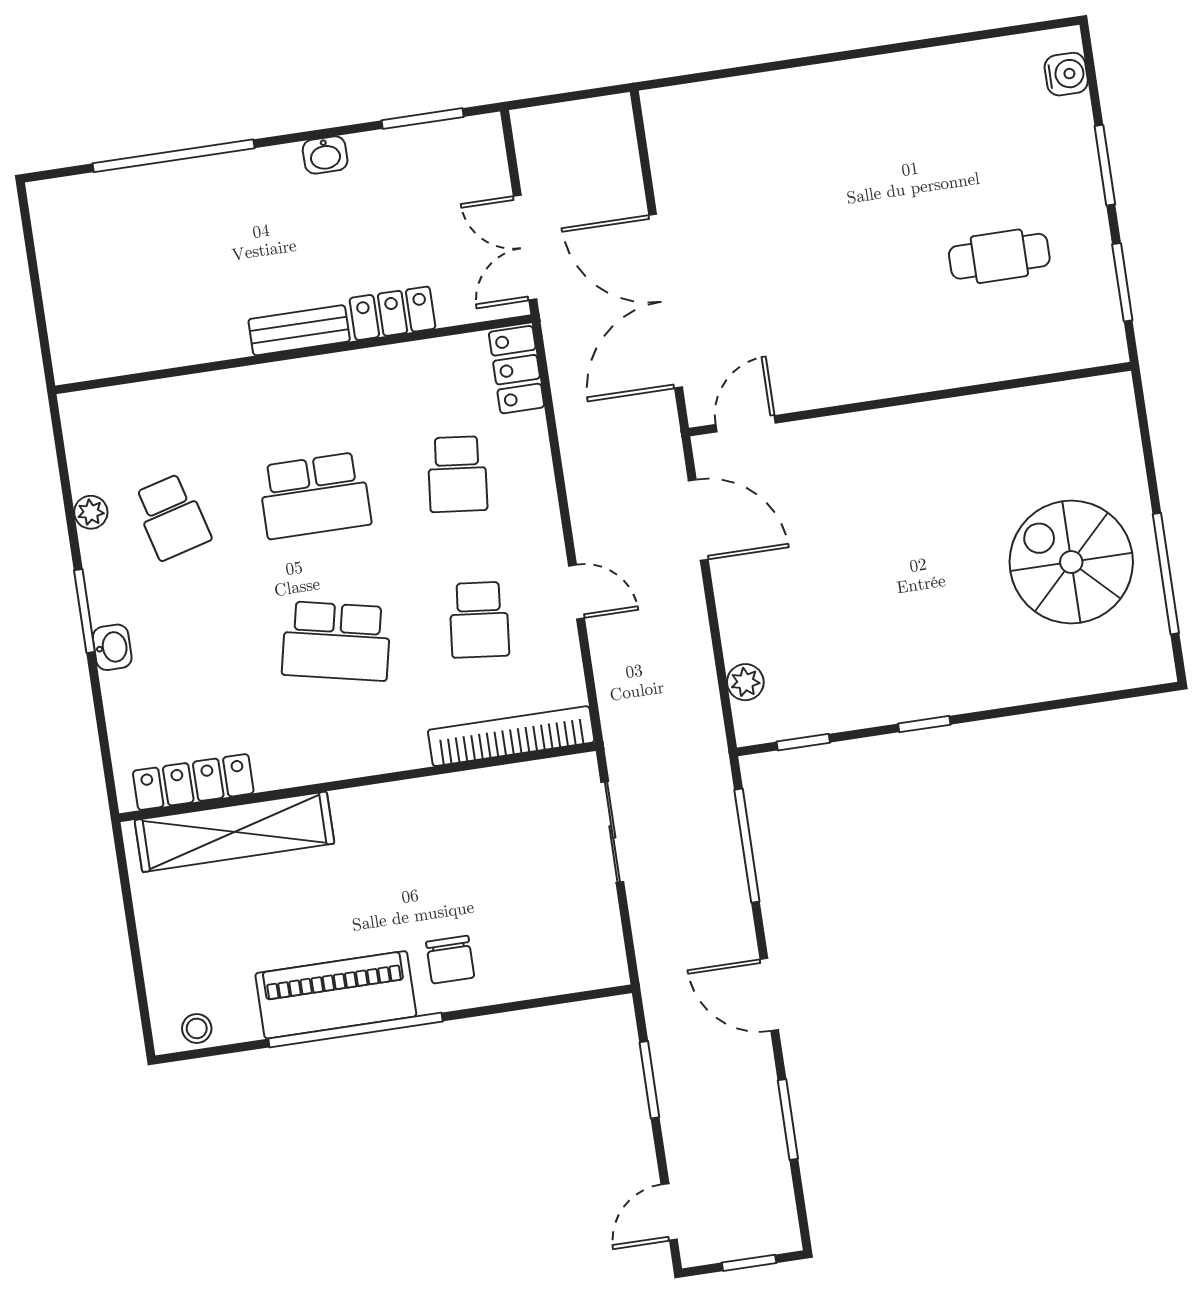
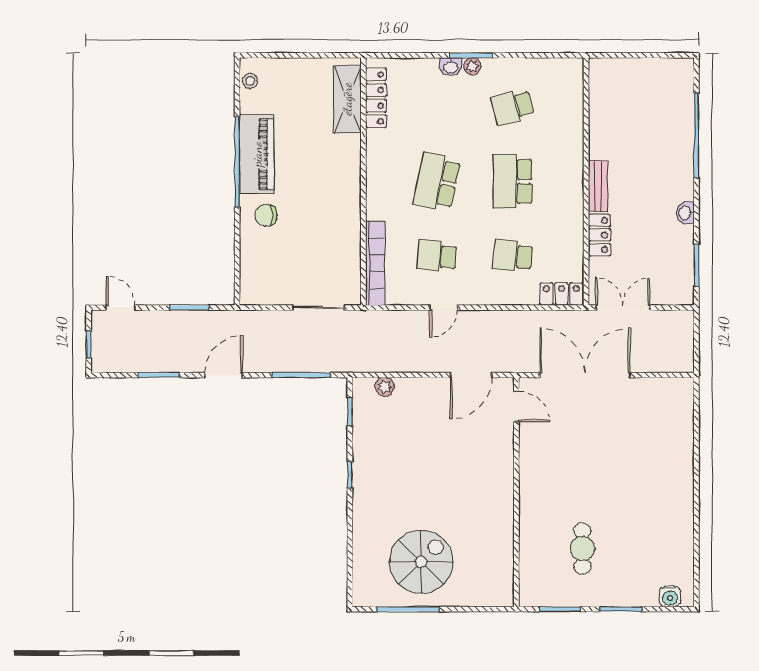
plant: (91, 512) -> (472, 66), moved
shelving: (234, 832) -> (347, 99), width x0.68

